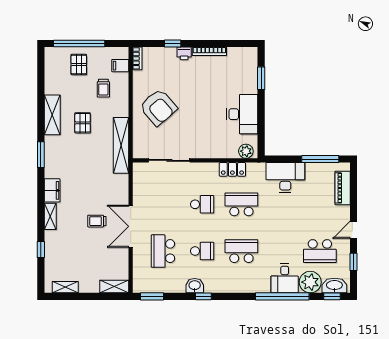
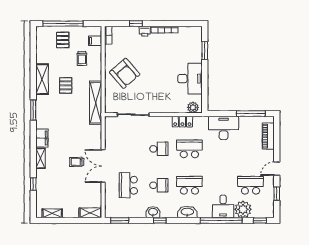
school desk: (320, 251) -> (250, 185), turned 180
washbasin: (334, 285) -> (187, 212), moved

